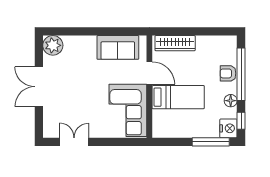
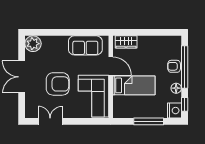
wardrobe: (175, 43) -> (126, 42), width x0.67
armchair: (83, 95) -> (58, 84), added
window: (211, 142) -> (149, 121), moved

